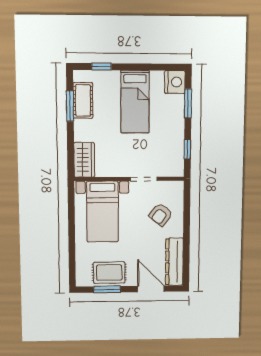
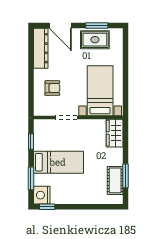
window: (102, 67) -> (47, 207), moved
bed: (135, 102) -> (58, 162), moved, turned 90
armchair: (161, 215) -> (52, 88), turned 52

